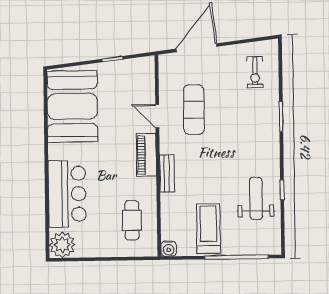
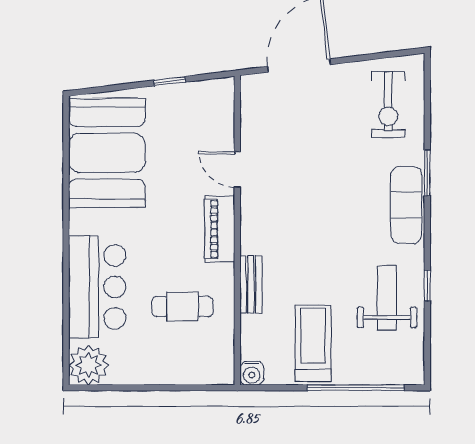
exercise bike: (255, 72) -> (388, 104), width x1.38, depth x1.39
exercise mat: (194, 110) -> (406, 205), moved
bench: (167, 173) -> (251, 284), moved
cafe table: (132, 220) -> (182, 307), moved, turned 90

